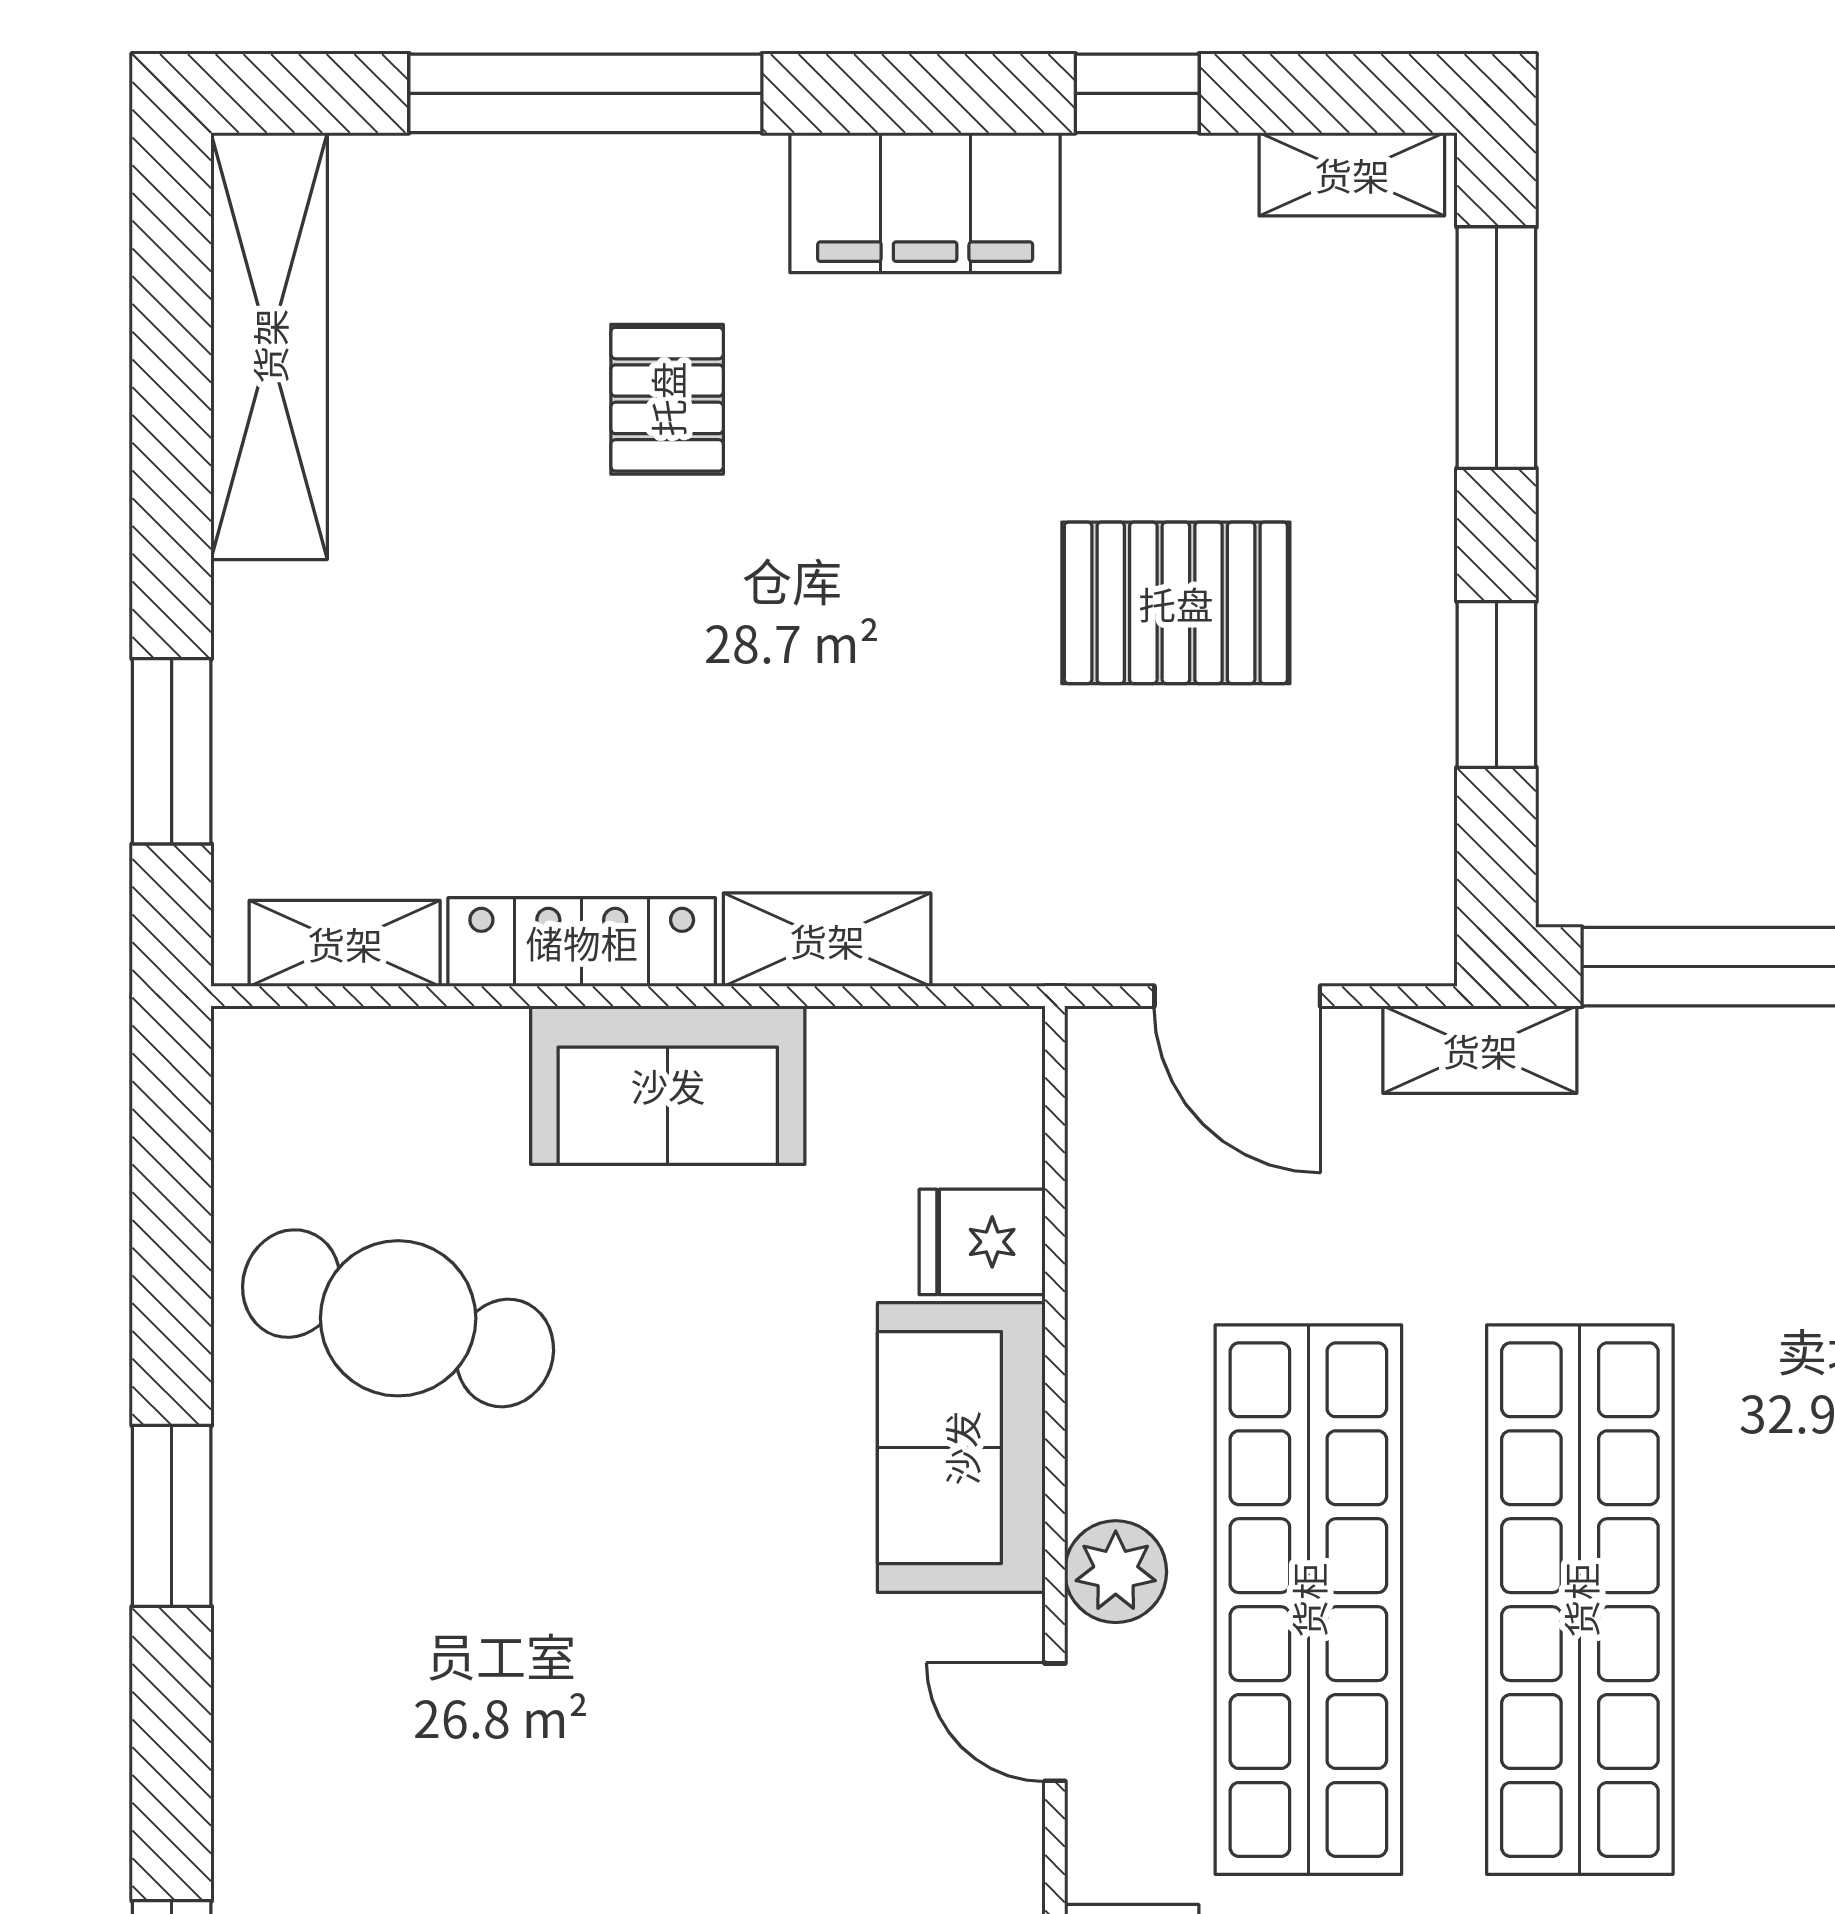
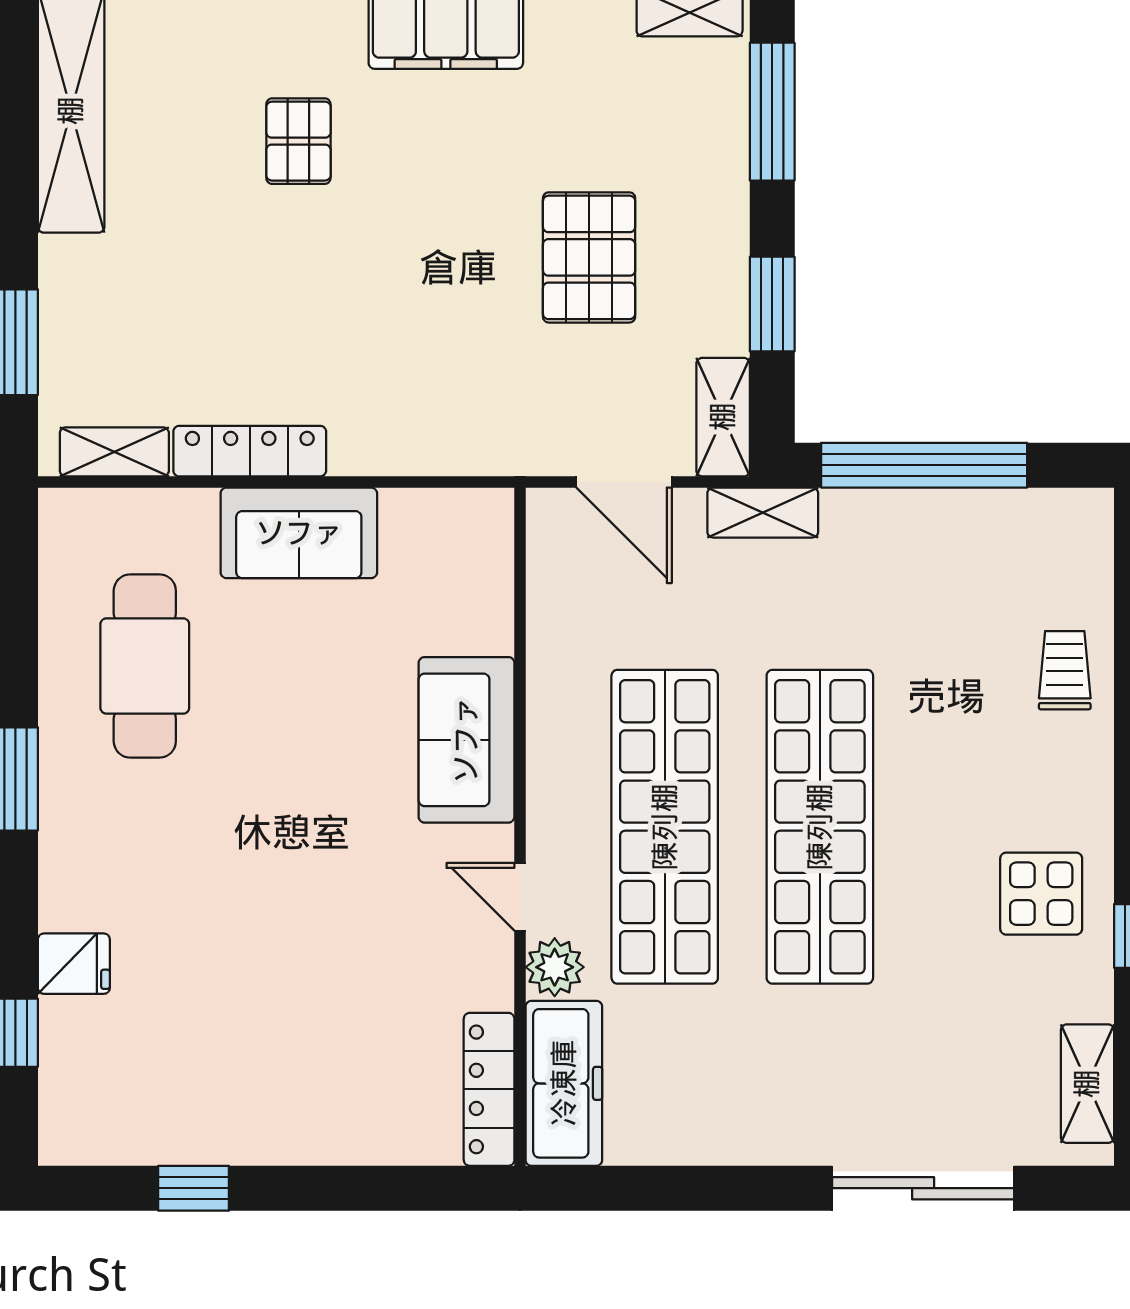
pallet: (1176, 603) -> (589, 257), turned 90
shelving: (827, 940) -> (723, 417), moved, turned 90
fridge: (982, 1242) -> (74, 964), moved, turned 180
cafe table: (398, 1318) -> (145, 666), turned 72
plant: (1116, 1572) -> (555, 967), moved

